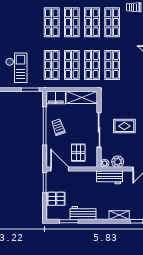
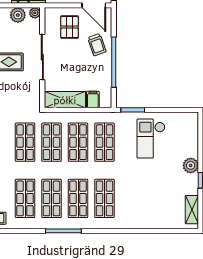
filing cabinet: (56, 97) -> (93, 100), width x0.50
trolley: (58, 127) -> (97, 45), moved

